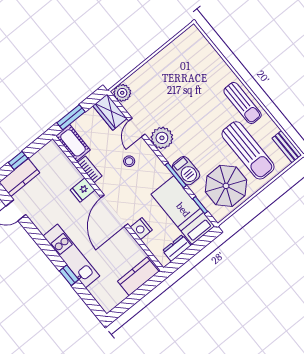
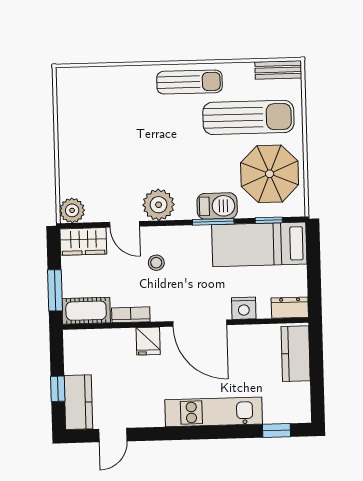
dresser: (177, 248) -> (290, 308), moved, turned 90
window: (69, 275) -> (277, 431), moved

